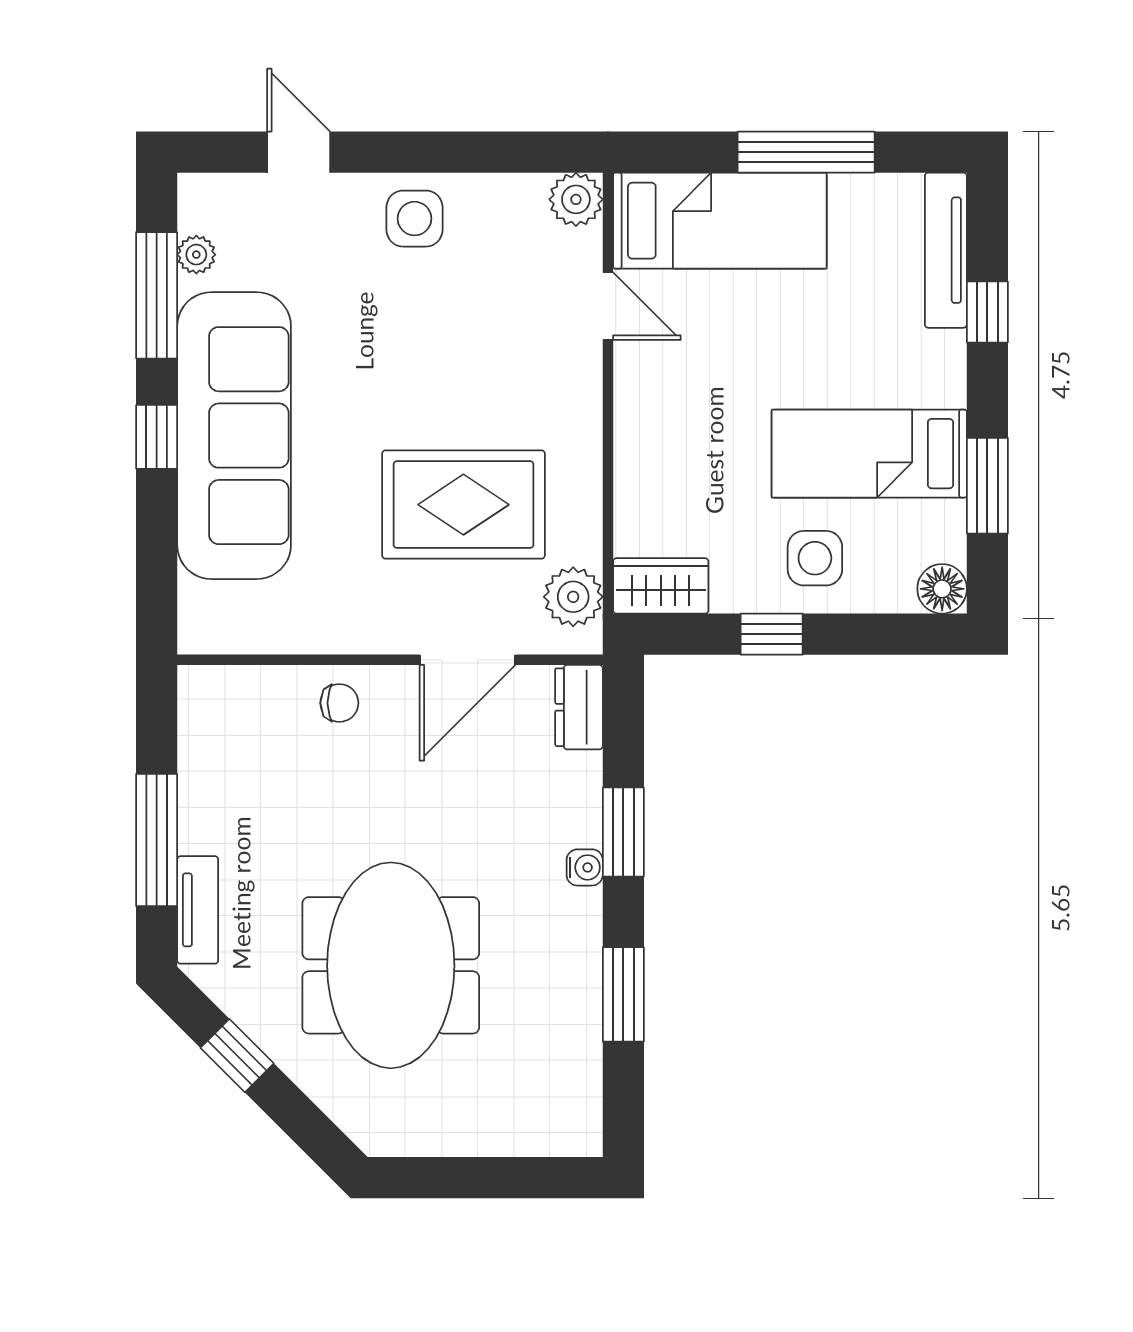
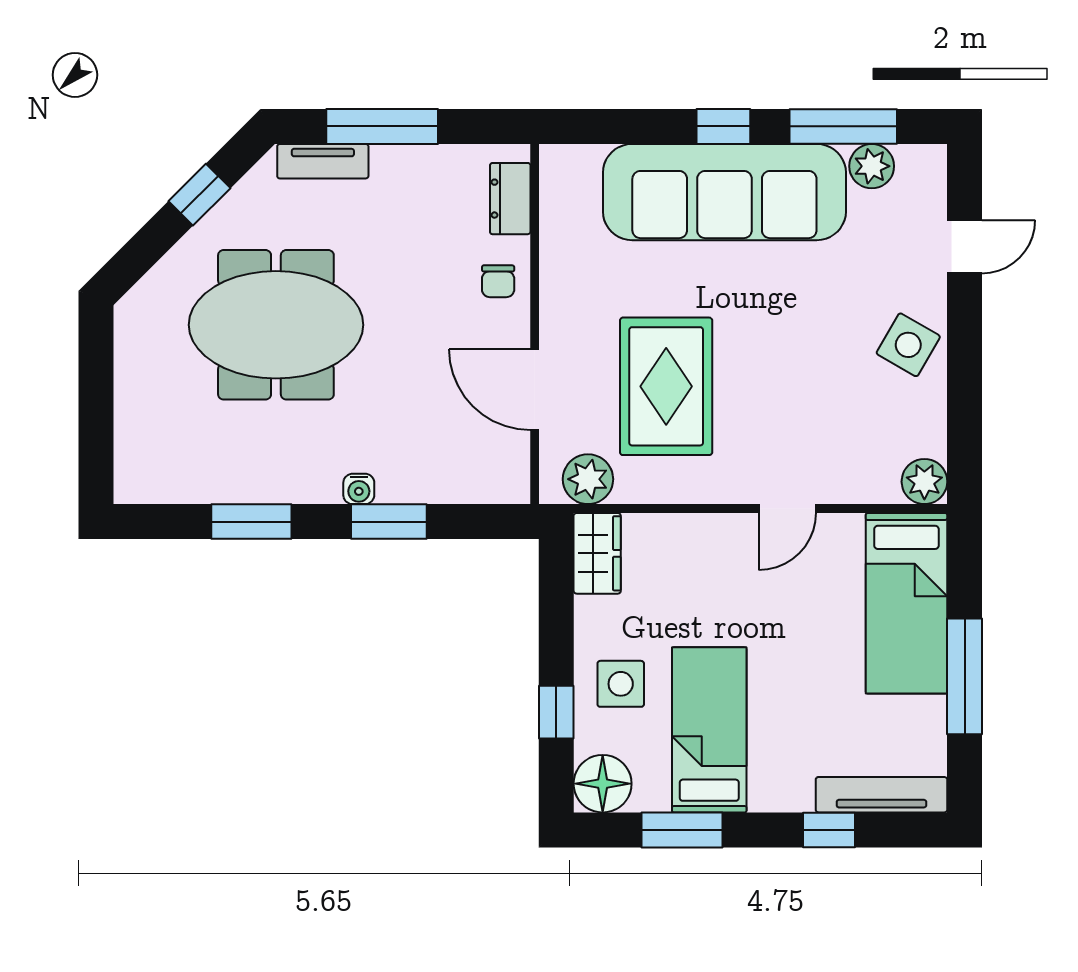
side table: (414, 219) -> (908, 345), turned 30
plant: (196, 255) -> (872, 166), width x1.38, depth x1.38
door: (608, 306) -> (787, 509), moved
floor lamp: (942, 589) -> (603, 784), width x1.38, depth x1.38
window: (772, 634) -> (556, 712), moved
dresser: (579, 707) -> (510, 199), moved, turned -90

